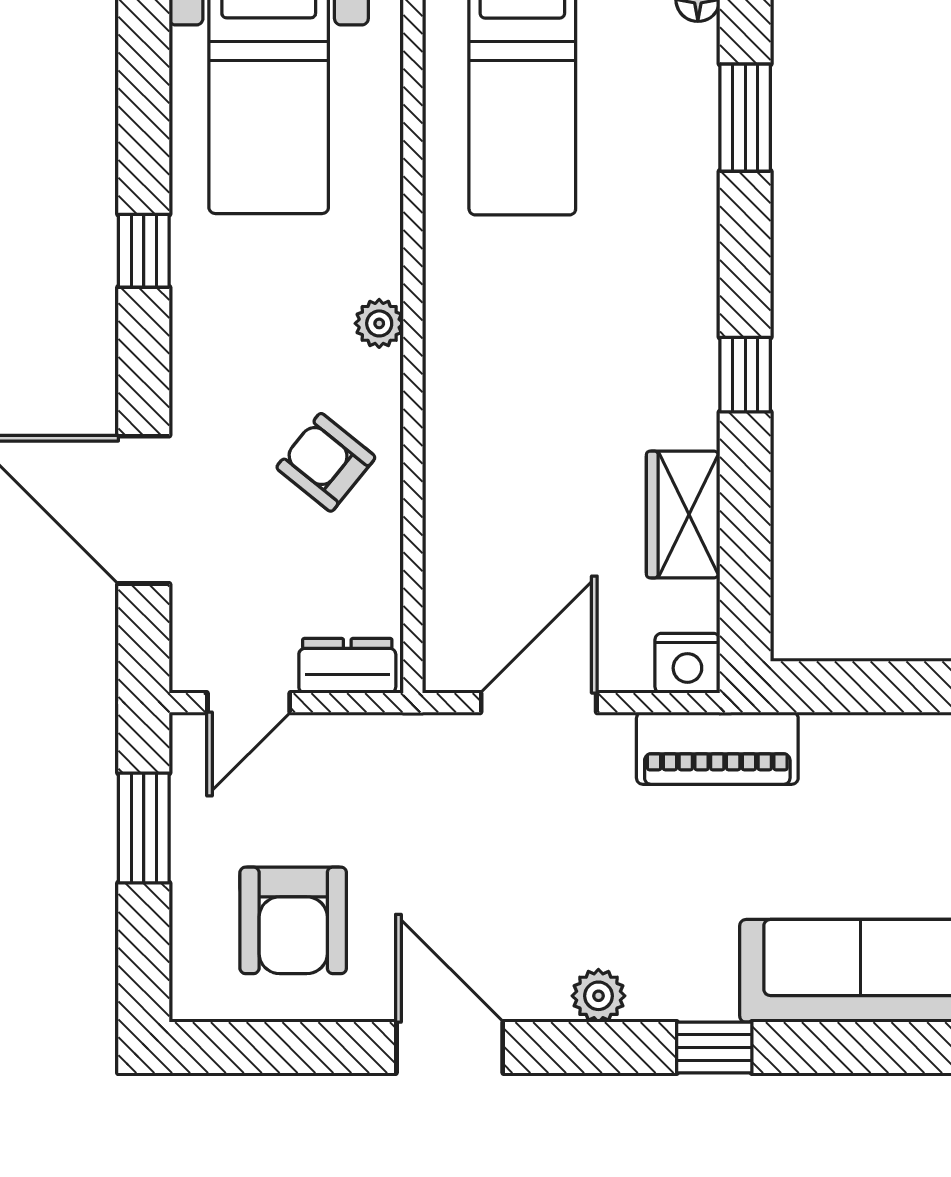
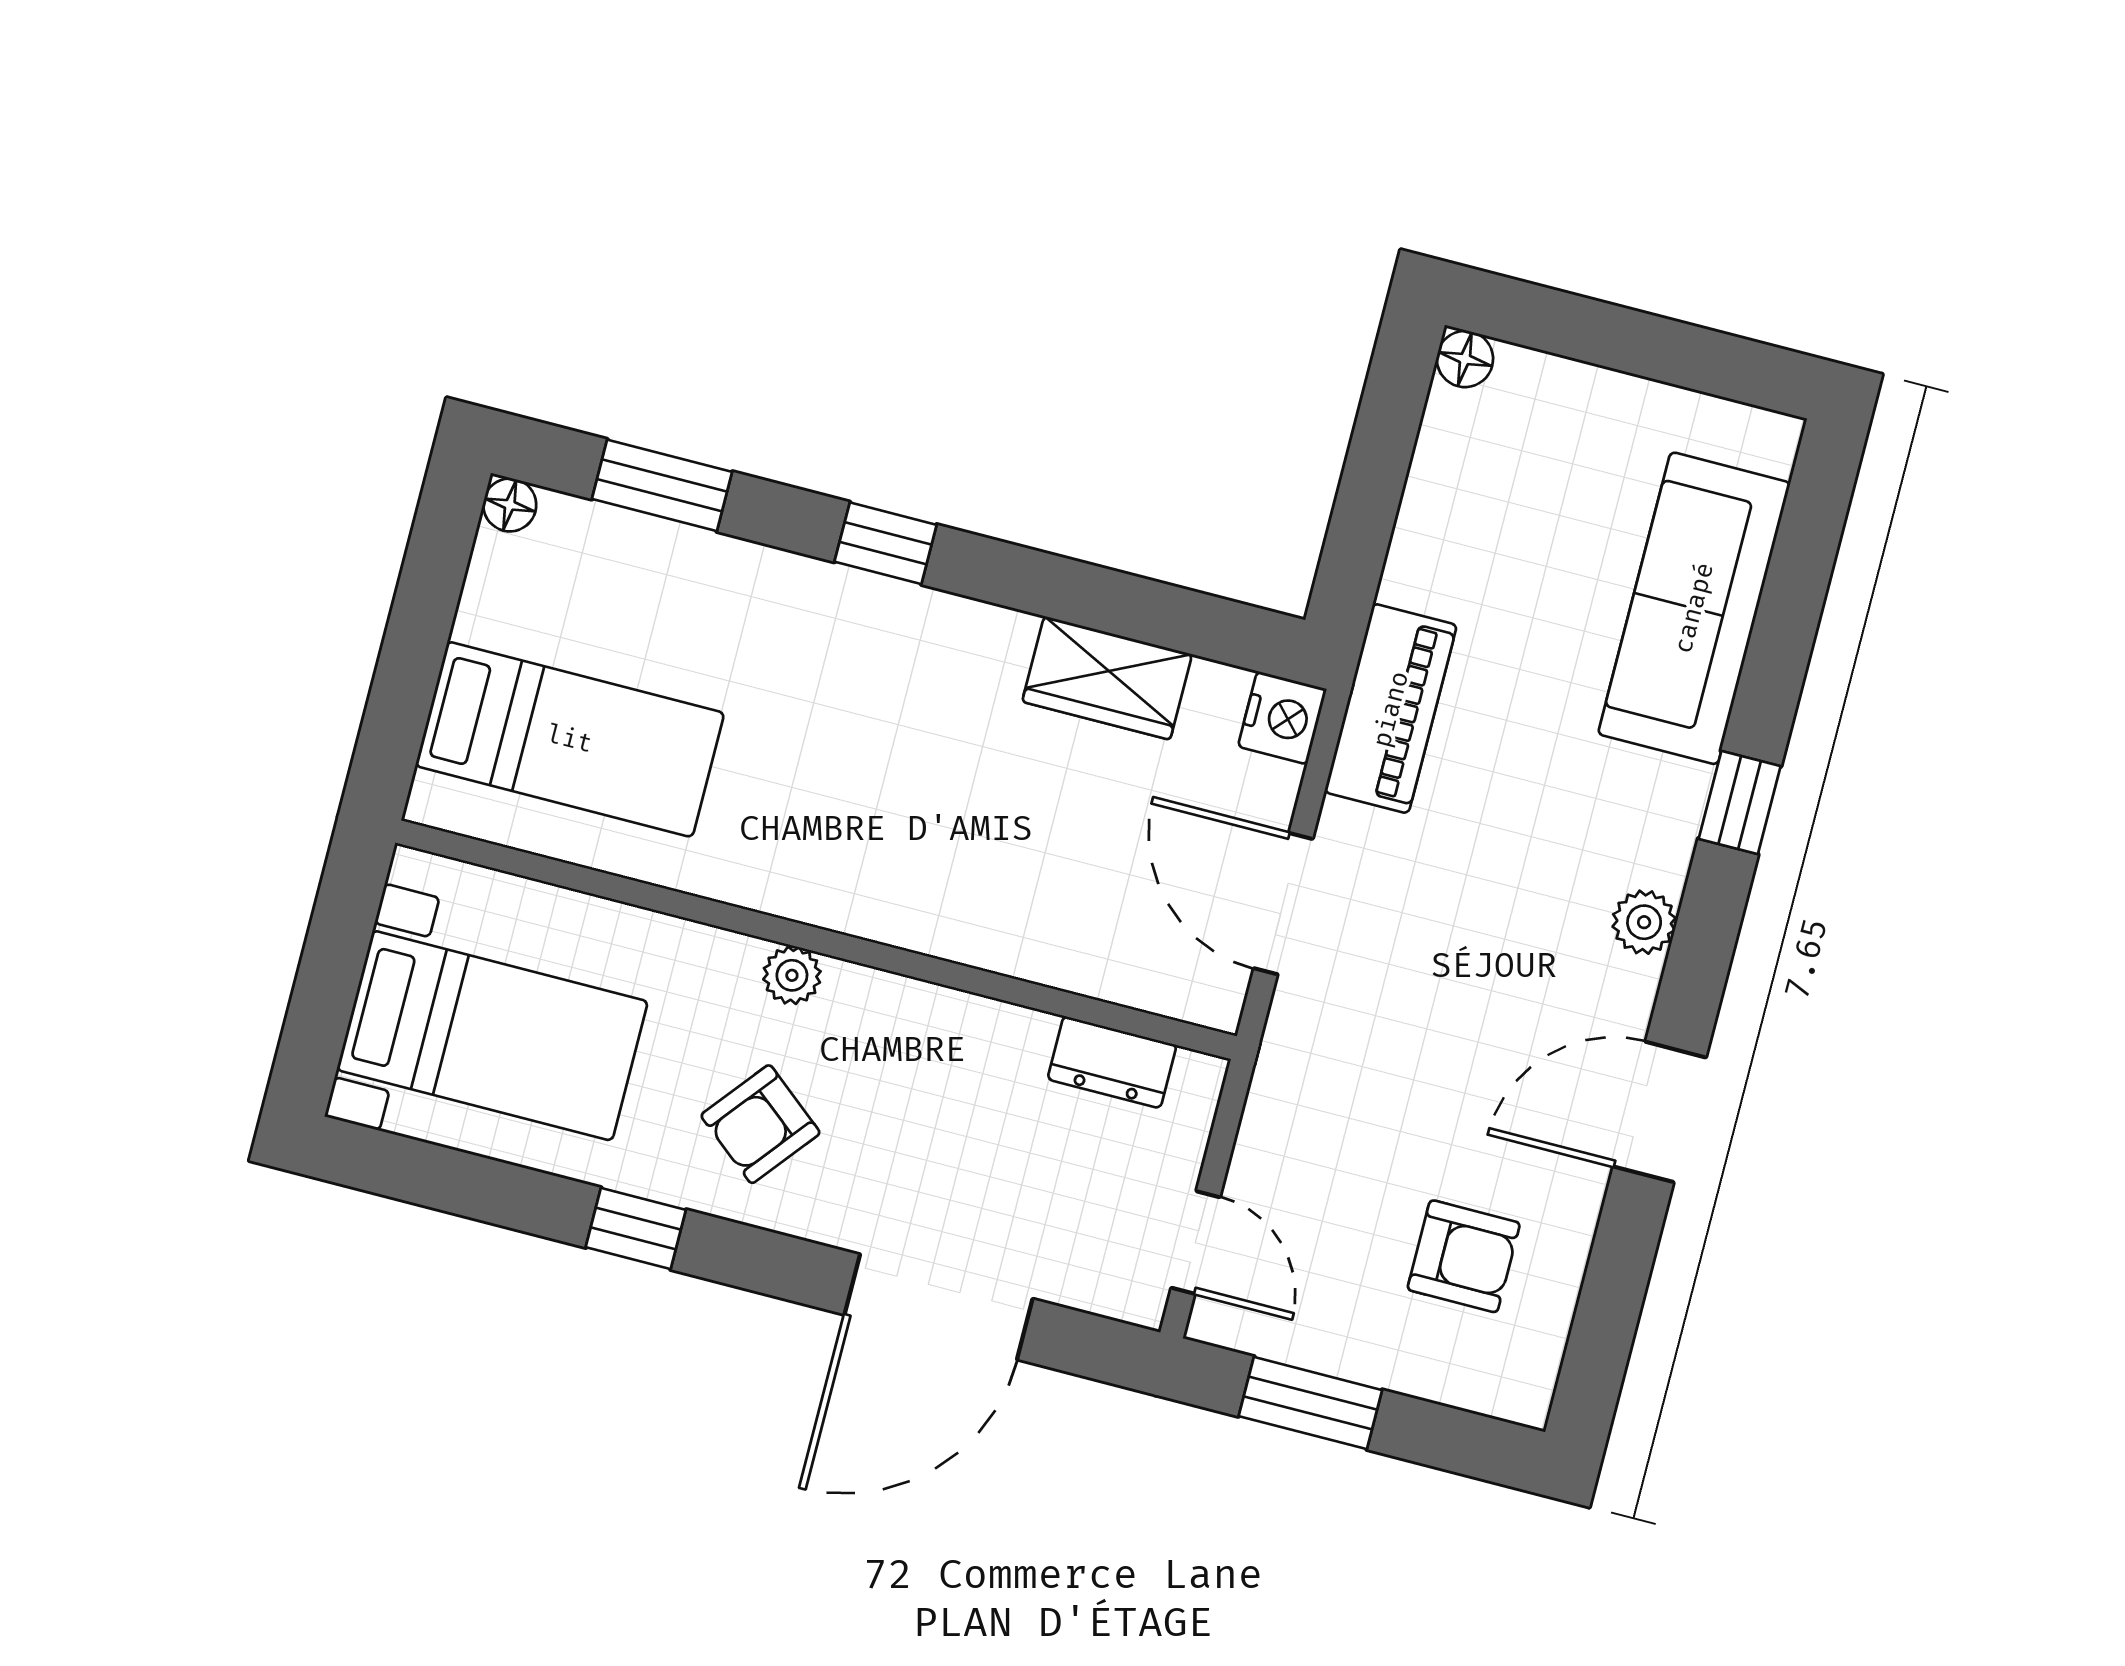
window: (745, 375) -> (886, 543), moved
armchair: (326, 462) -> (760, 1124), moved
dresser: (347, 666) -> (1112, 1062), moved, turned -90
armchair: (293, 920) -> (1464, 1256), width x0.72, depth x0.72

